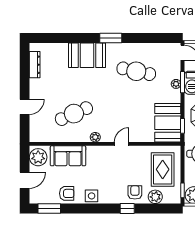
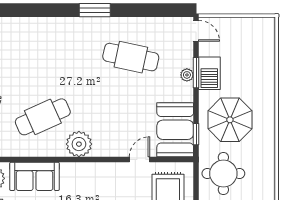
booth: (87, 55) -> (61, 34), removed
plant: (95, 137) -> (79, 144), width x1.88, depth x1.88
door: (122, 144) -> (139, 160), moved

